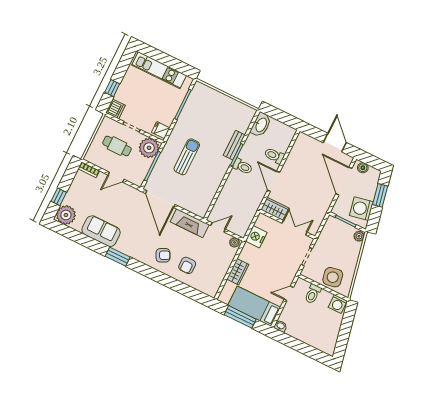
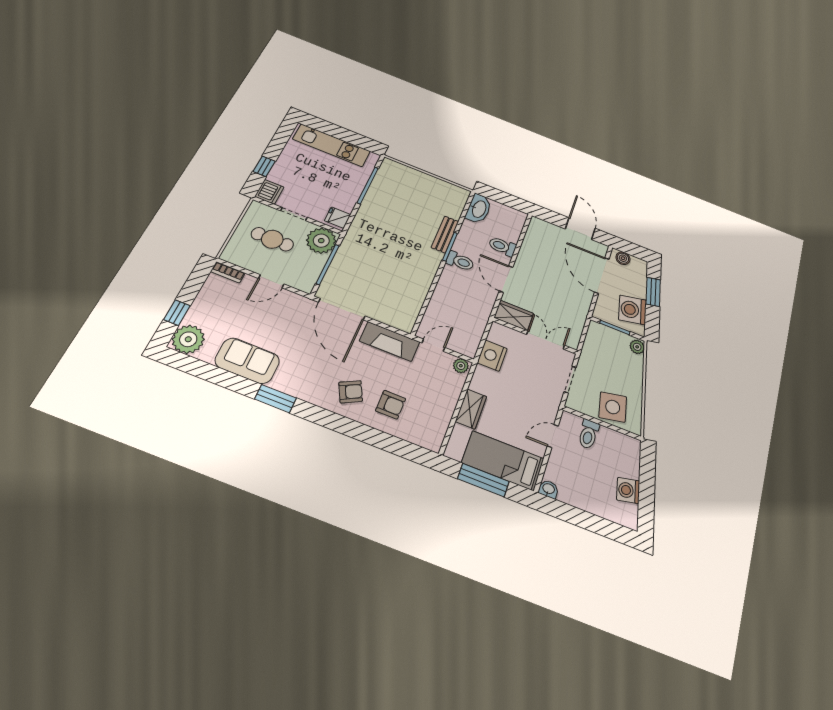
sun lounger: (187, 157) -> (378, 251), removed
armchair: (187, 265) -> (391, 405), turned -90
washing machine: (338, 304) -> (628, 490), moved, turned 78

